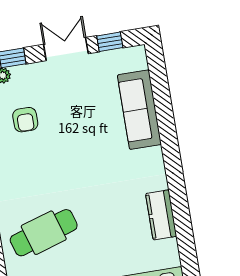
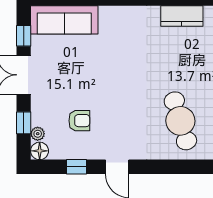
sofa: (139, 110) -> (64, 20), moved

